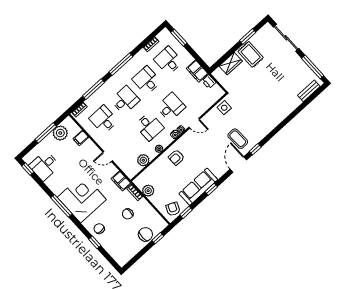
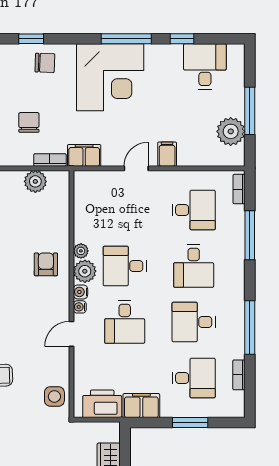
window: (179, 38) -> (190, 423), moved
window: (121, 64) -> (250, 327), moved
desk: (147, 80) -> (194, 322), turned 180
printer: (209, 82) -> (102, 404), width x1.87, depth x1.48
filing cabinet: (81, 138) -> (167, 154), moved
plant: (143, 160) -> (85, 271), moved
window: (28, 169) -> (182, 39), moved

